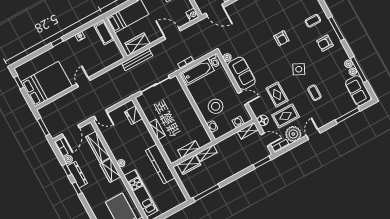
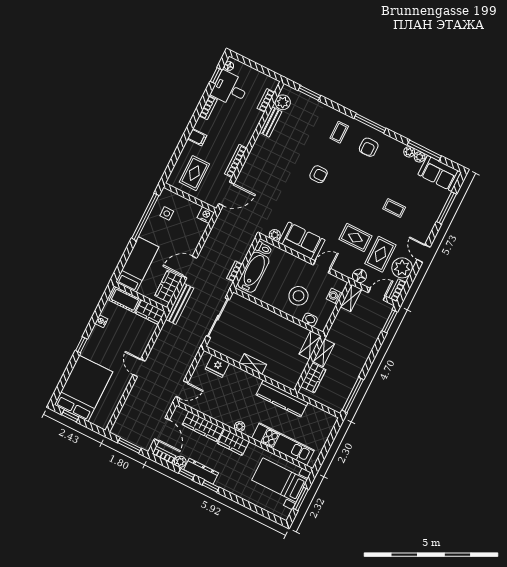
door: (172, 33) -> (190, 267), moved
wardrobe: (115, 52) -> (150, 312), added
side table: (299, 69) -> (360, 195), removed
bed: (47, 84) -> (84, 388), moved
shelving: (189, 149) -> (310, 345), moved

